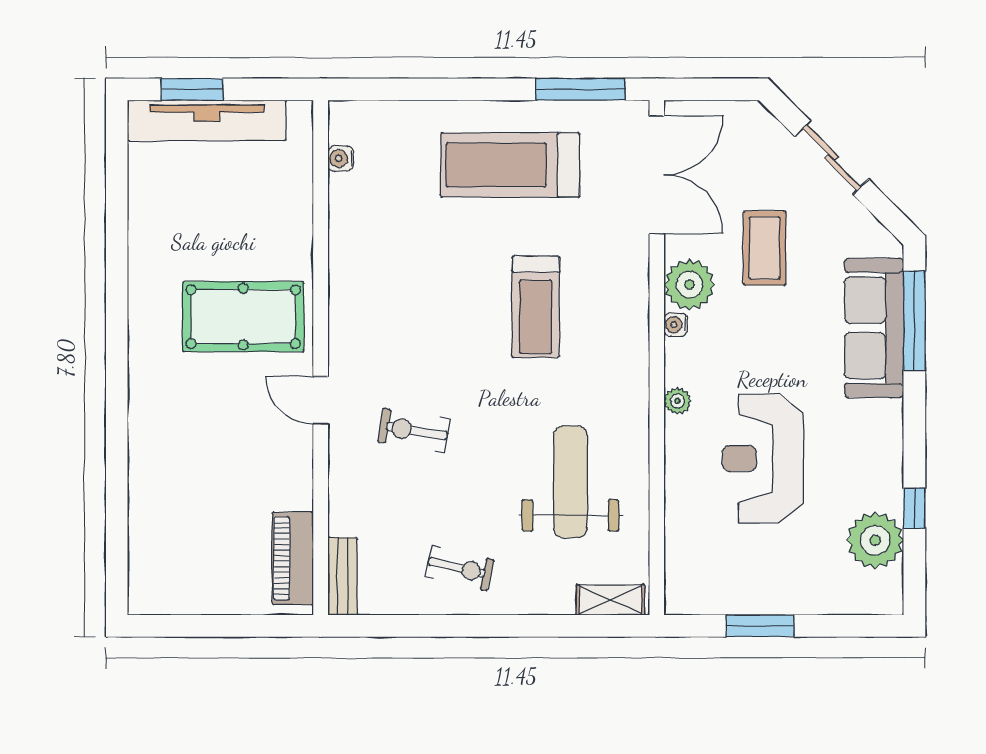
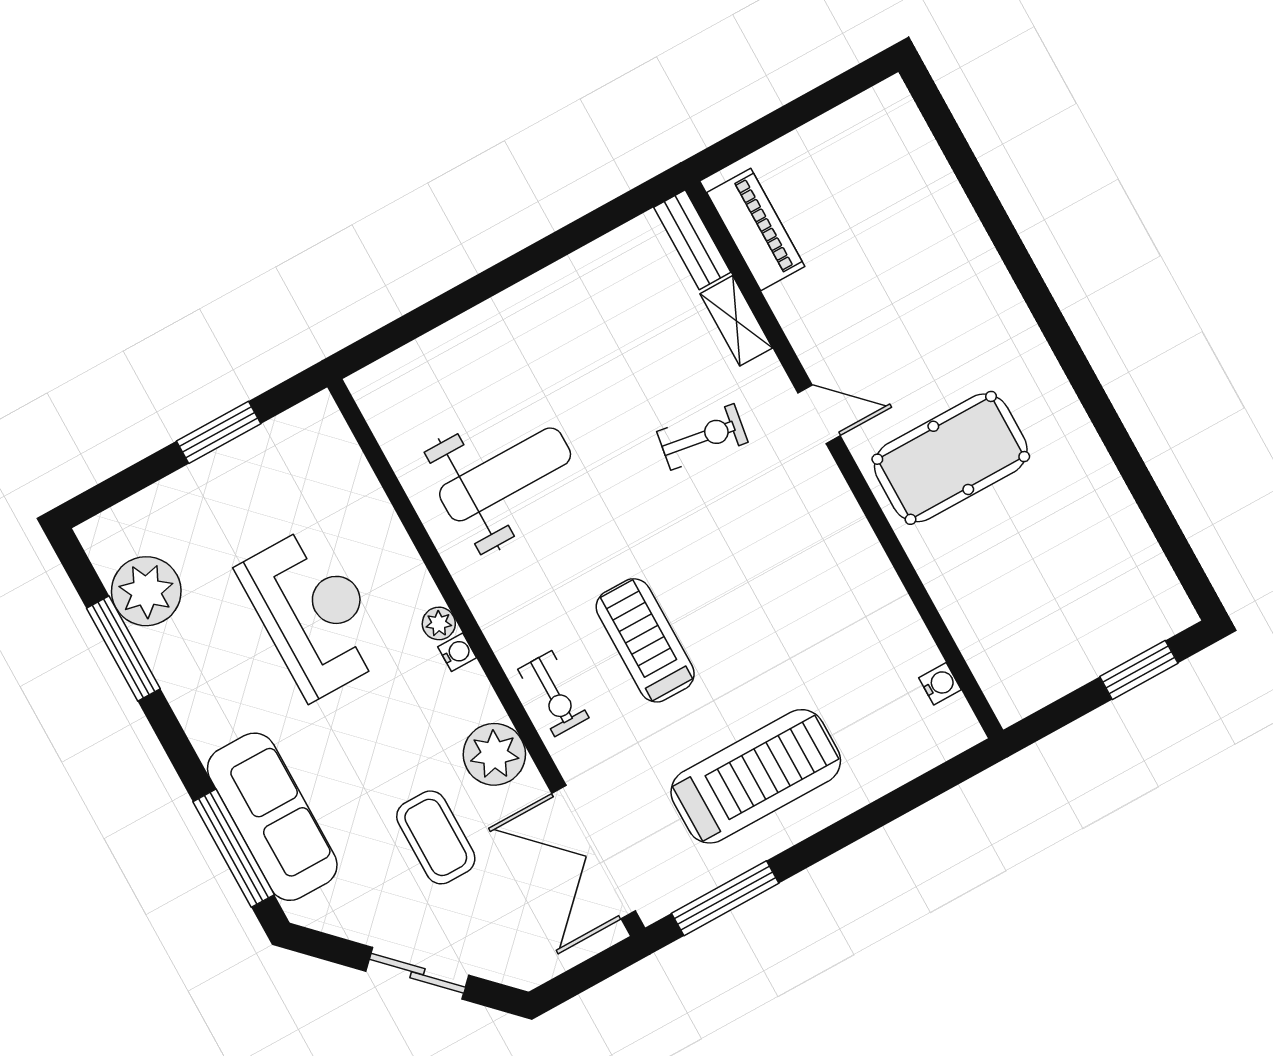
tv unit: (207, 120) -> (1105, 645), removed
water cooler: (676, 325) -> (457, 652), moved
weight bench: (570, 482) -> (505, 474), turned -90
window: (914, 508) -> (123, 648), width x2.17
exercise bike: (460, 568) -> (553, 694), moved, turned -103
shelving: (610, 600) -> (736, 321), moved, turned 90

